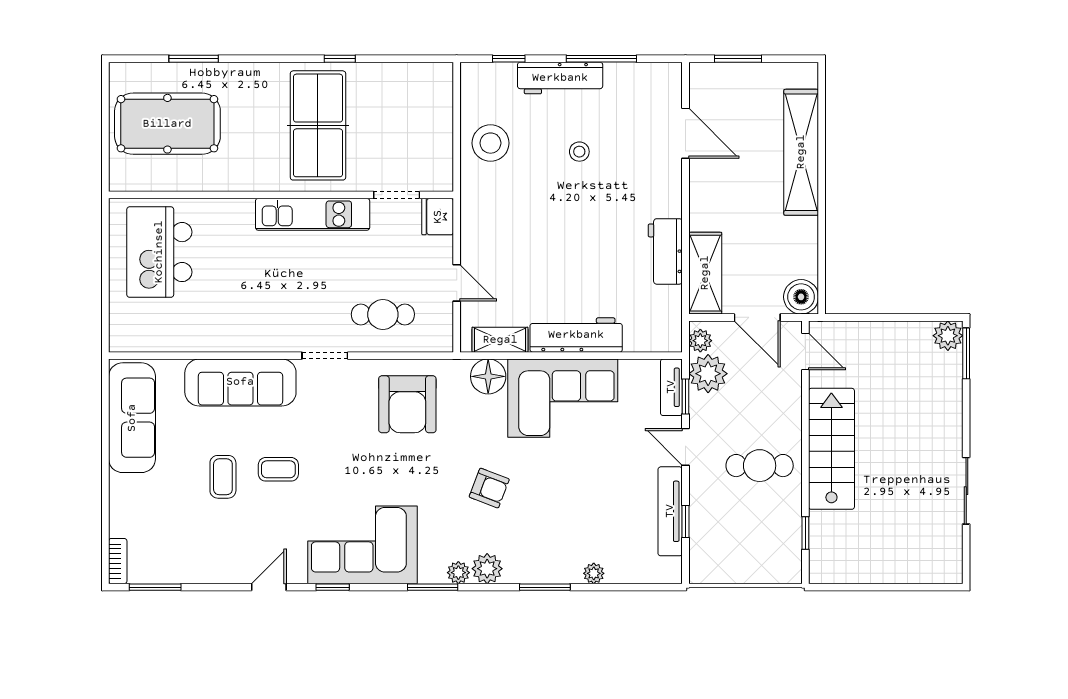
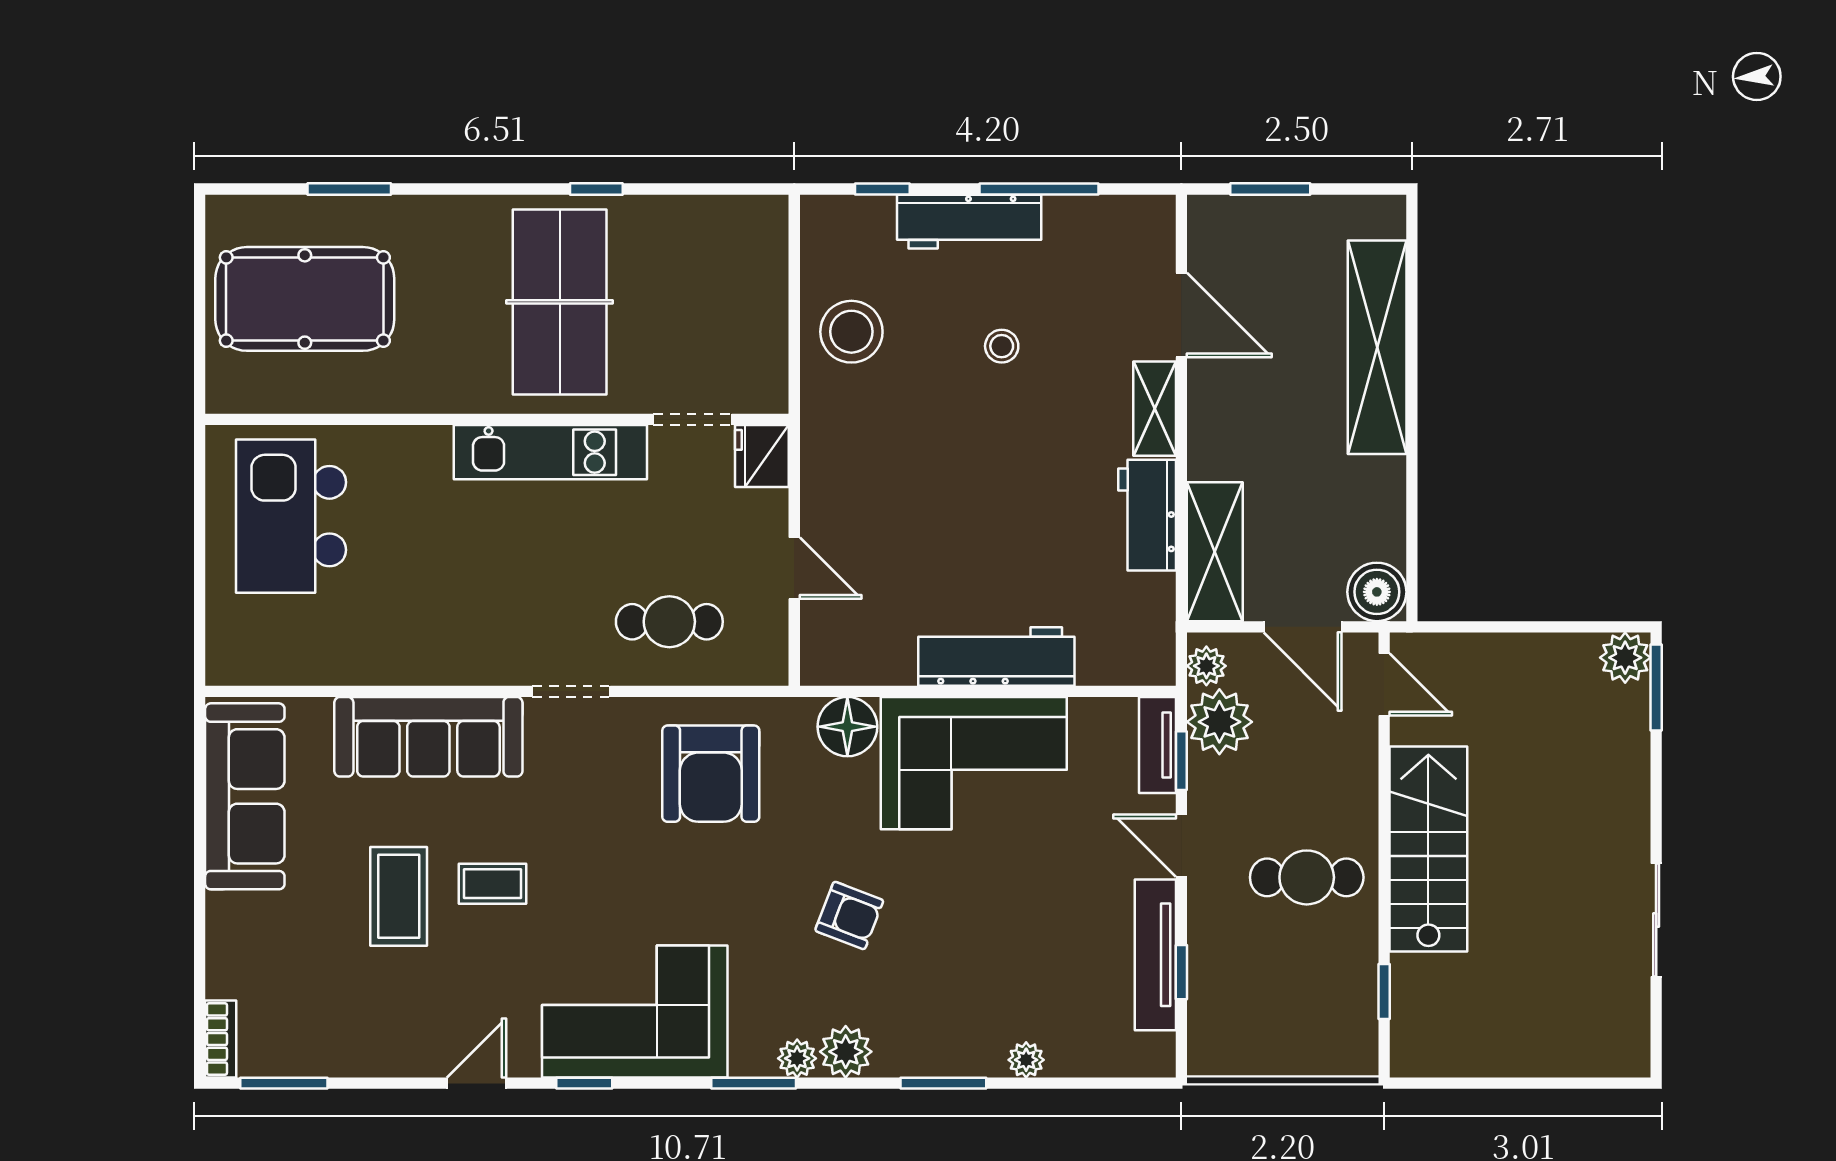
shelving: (500, 340) -> (1155, 409), moved, turned 90
coffee table: (223, 477) -> (399, 896), width x1.36, depth x1.30

